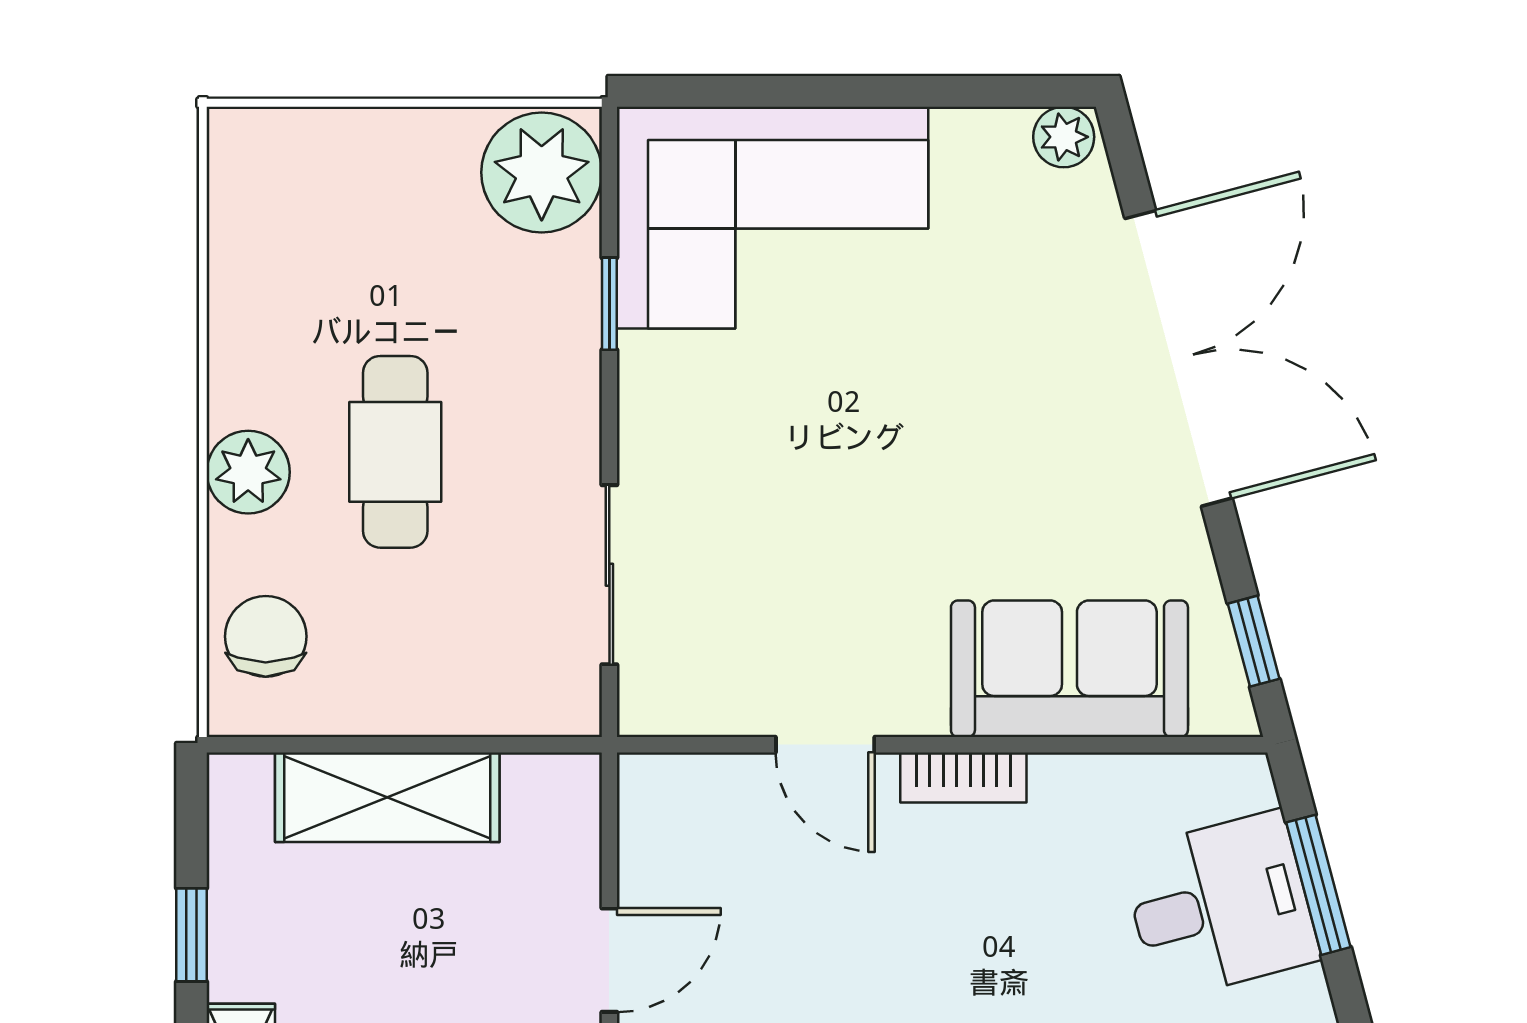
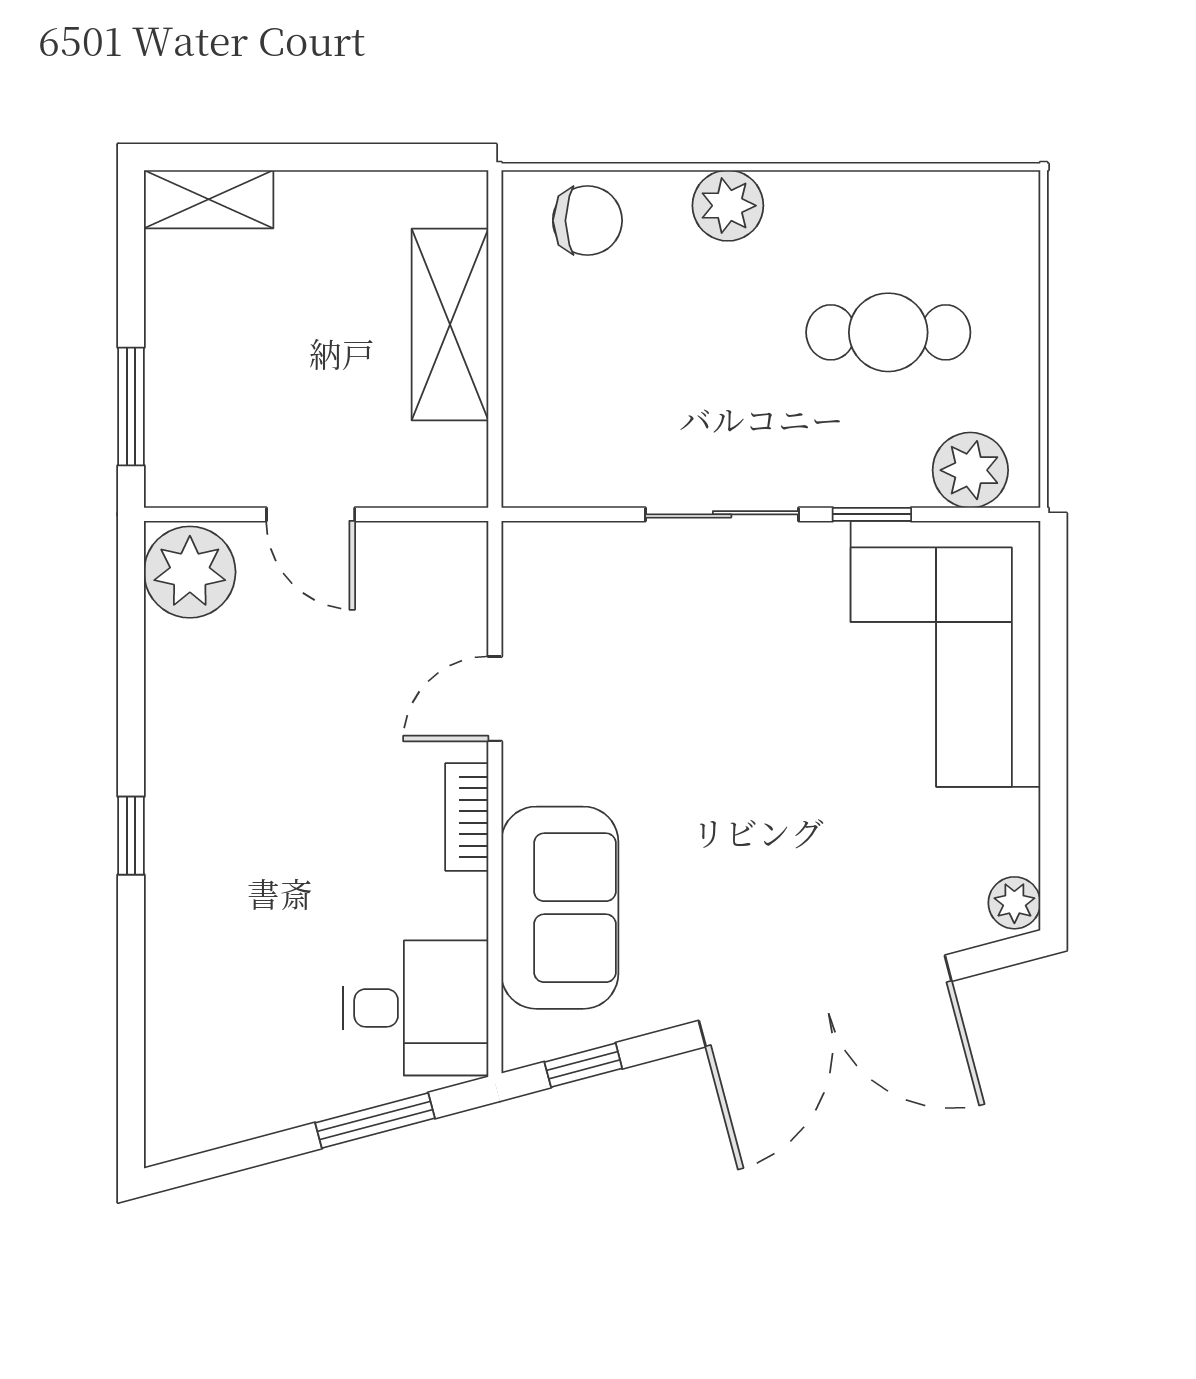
plant: (542, 172) -> (970, 470), width x0.73, depth x0.73
cafe table: (395, 452) -> (888, 332), moved
sliding door: (609, 575) -> (722, 514), moved
desk: (1220, 905) -> (415, 1008), moved, turned -75
window: (192, 935) -> (332, 157), removed

